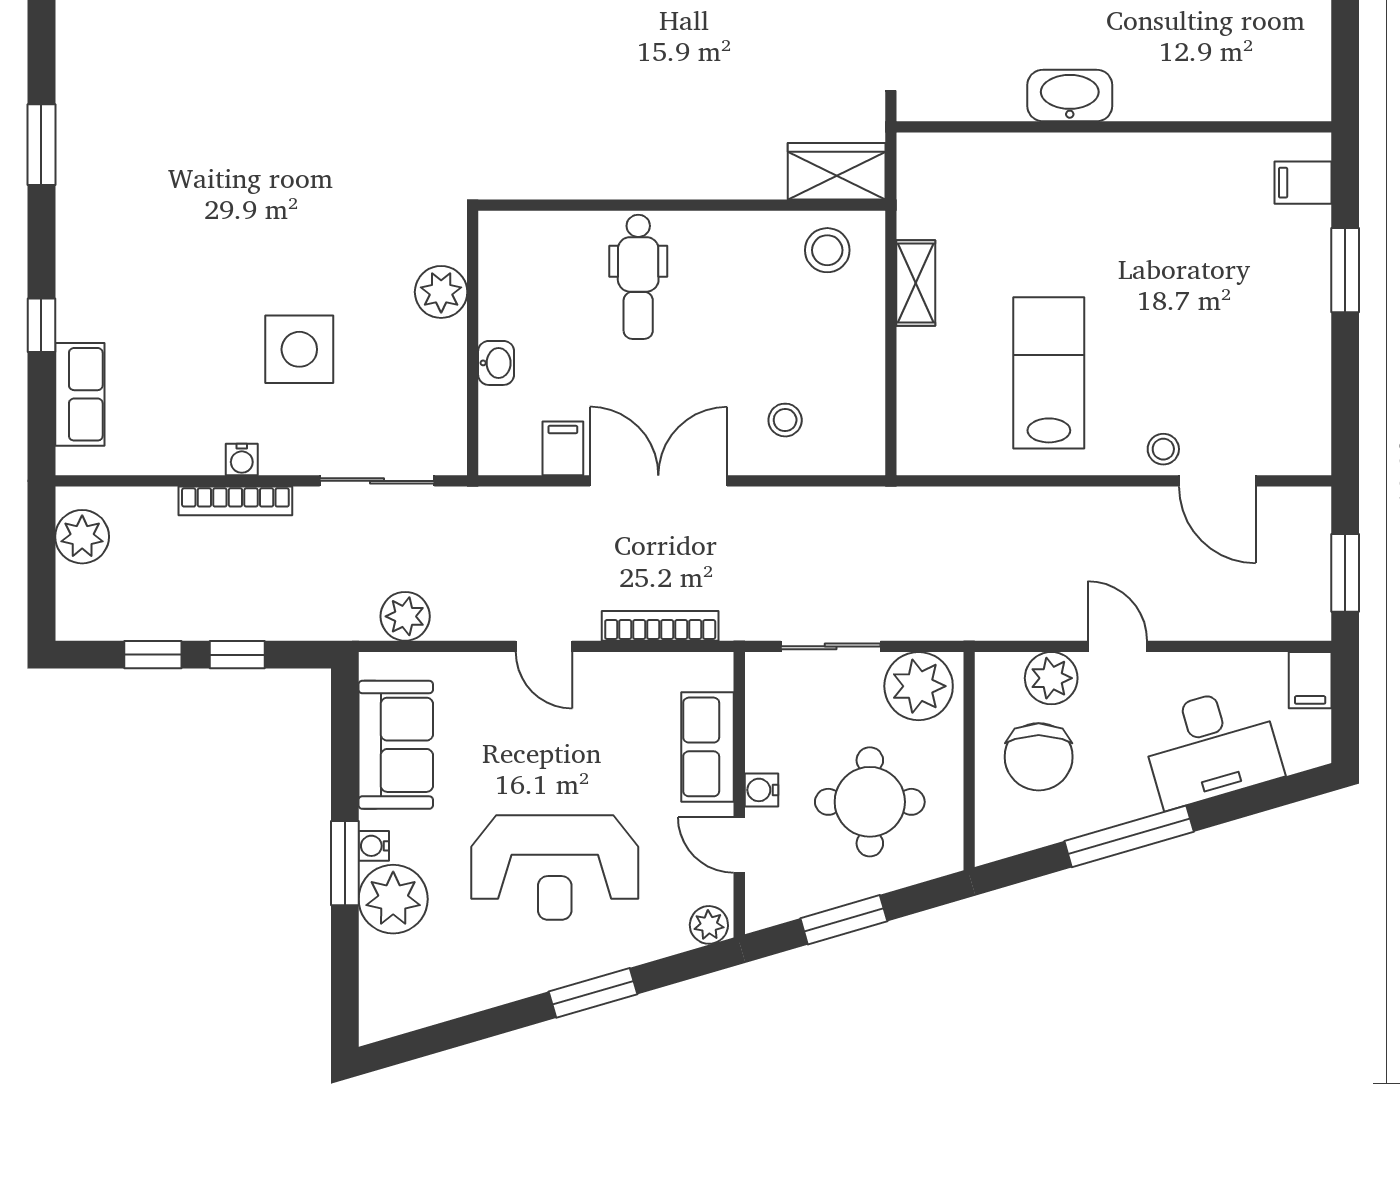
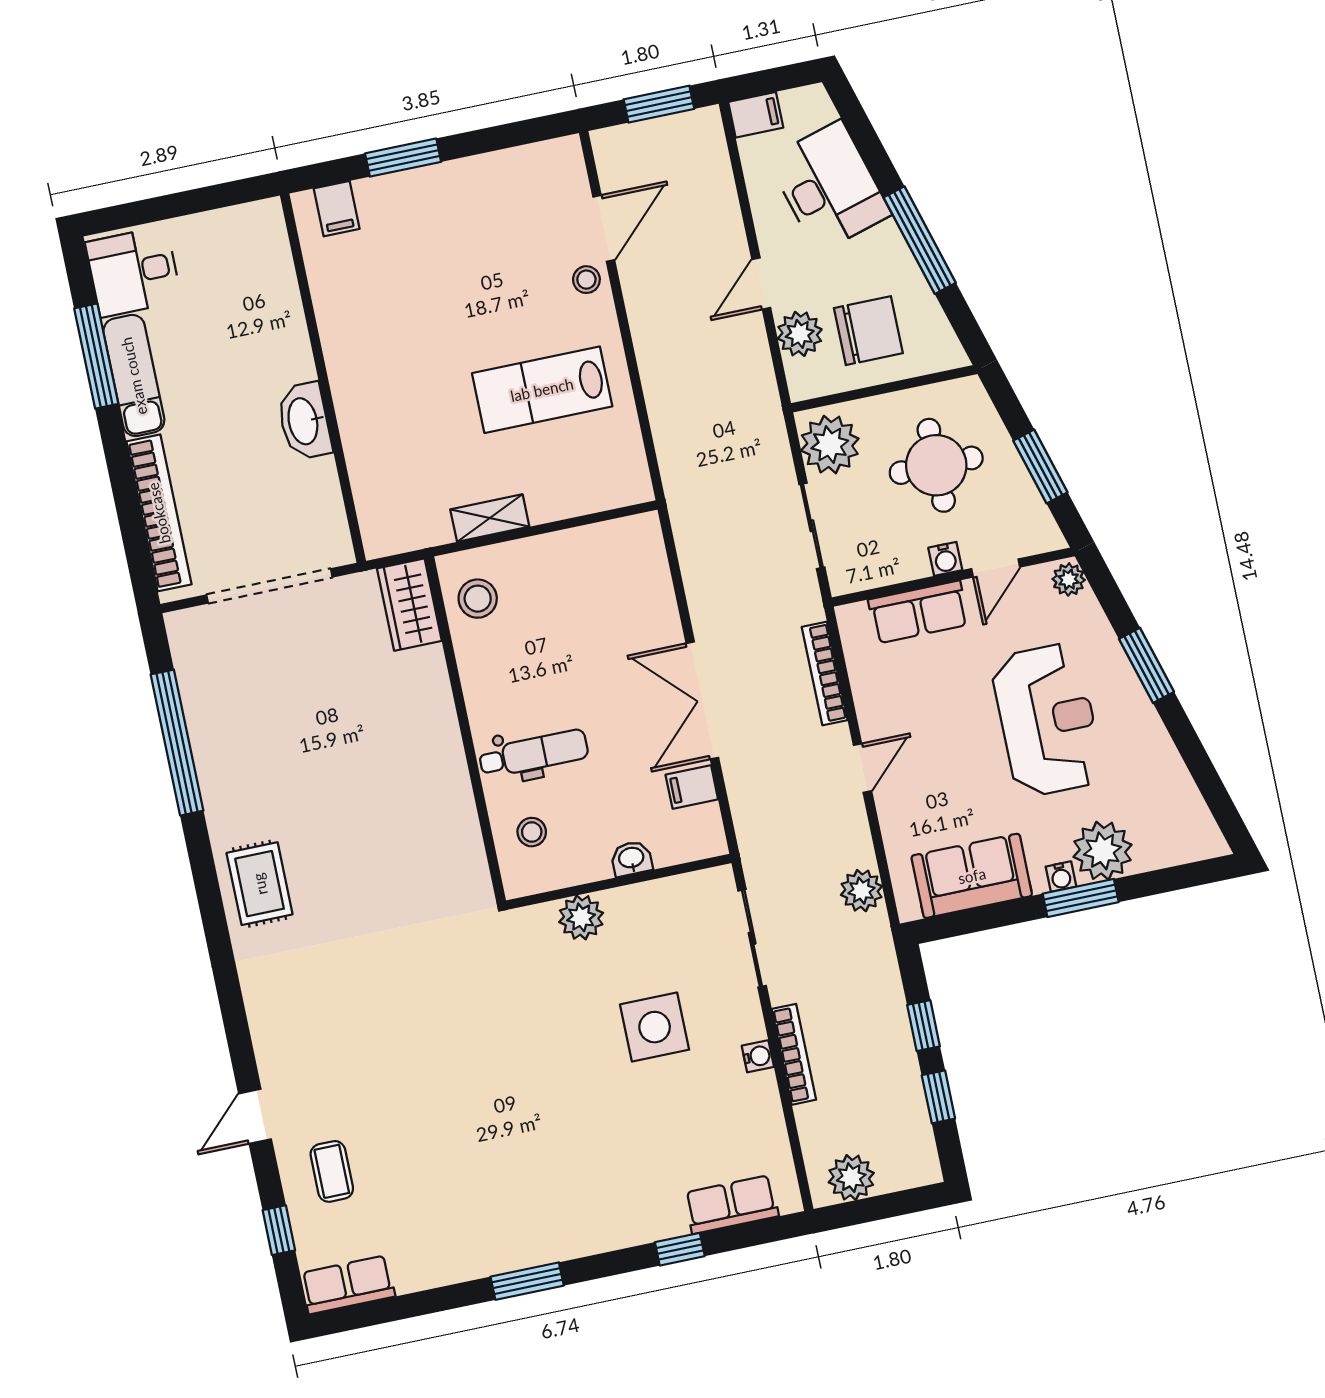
stool: (785, 420) -> (532, 832), moved

